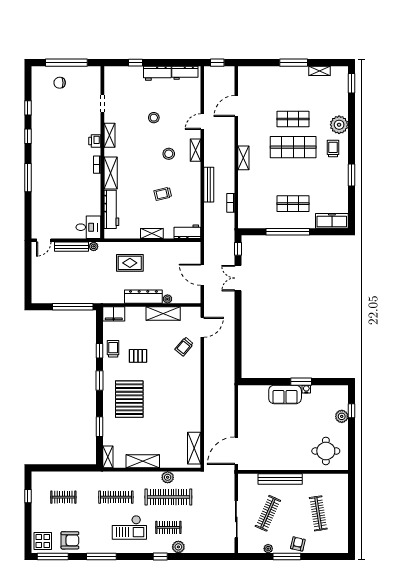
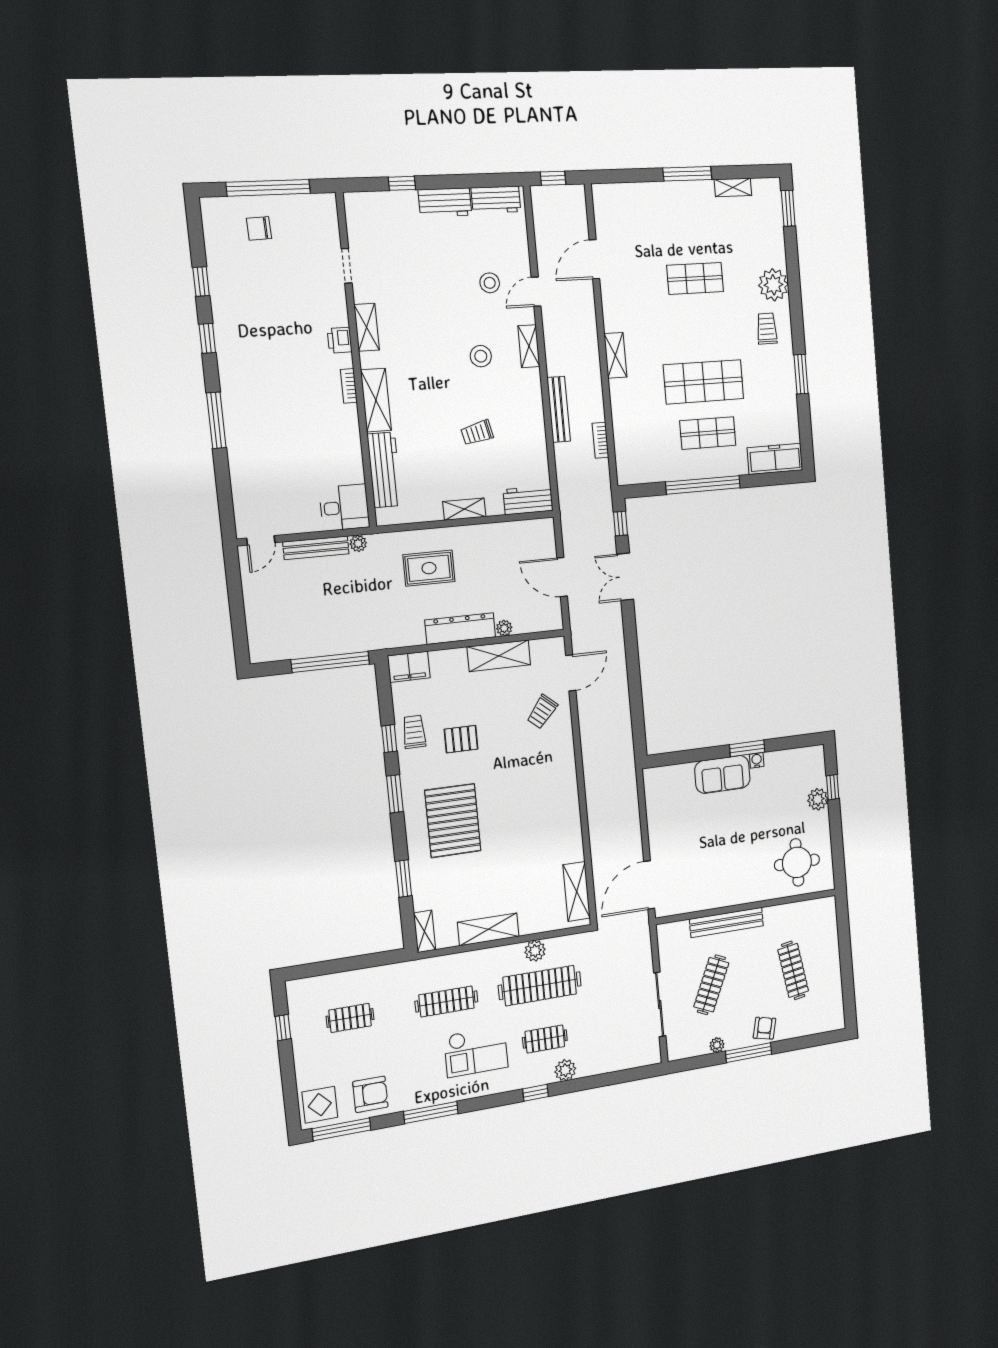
stool: (154, 118) -> (490, 283), moved
shop shelf: (293, 147) -> (704, 382), moved

